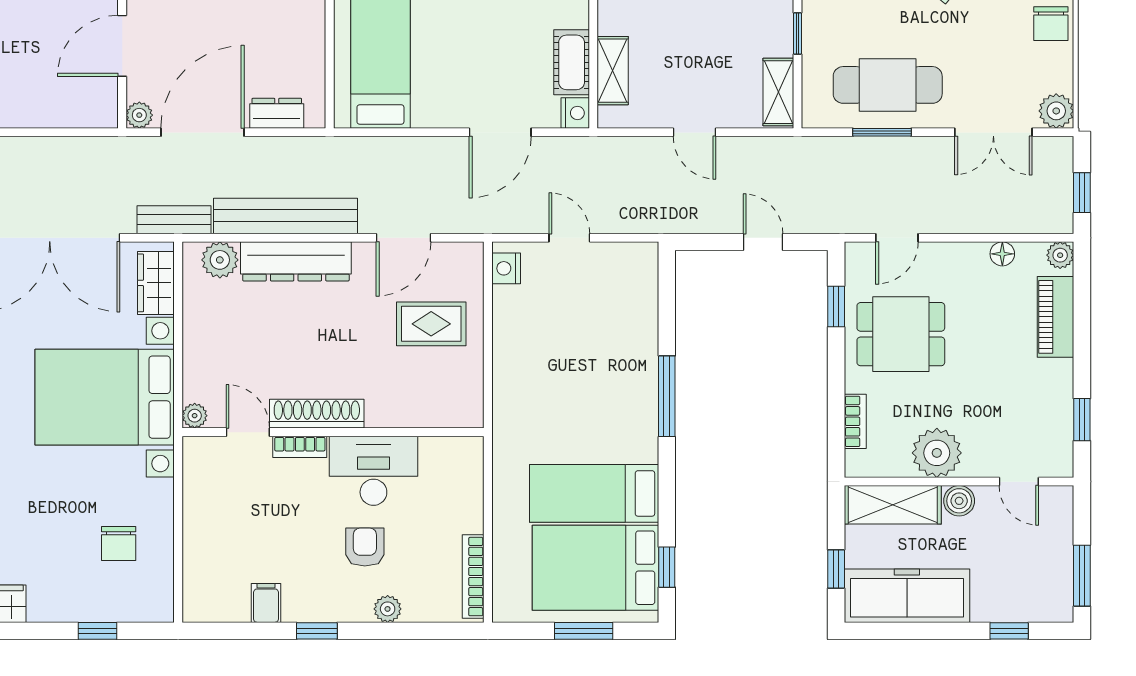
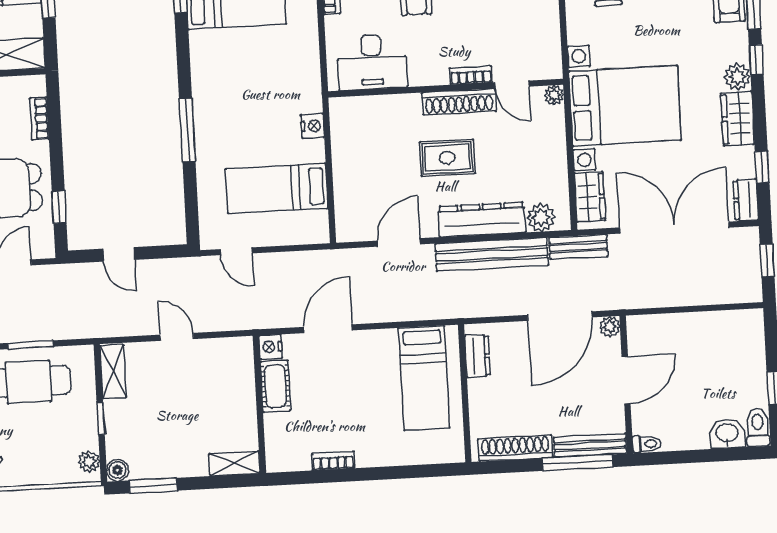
shelving: (613, 71) -> (243, 381), removed
dresser: (277, 113) -> (478, 356), moved, turned -90
door: (569, 238) -> (236, 251), moved
nightstand: (506, 268) -> (313, 126), moved
rug: (431, 324) -> (447, 158), moved
desk: (373, 471) -> (372, 62), moved
bed: (594, 493) -> (277, 188), moved, turned 180

